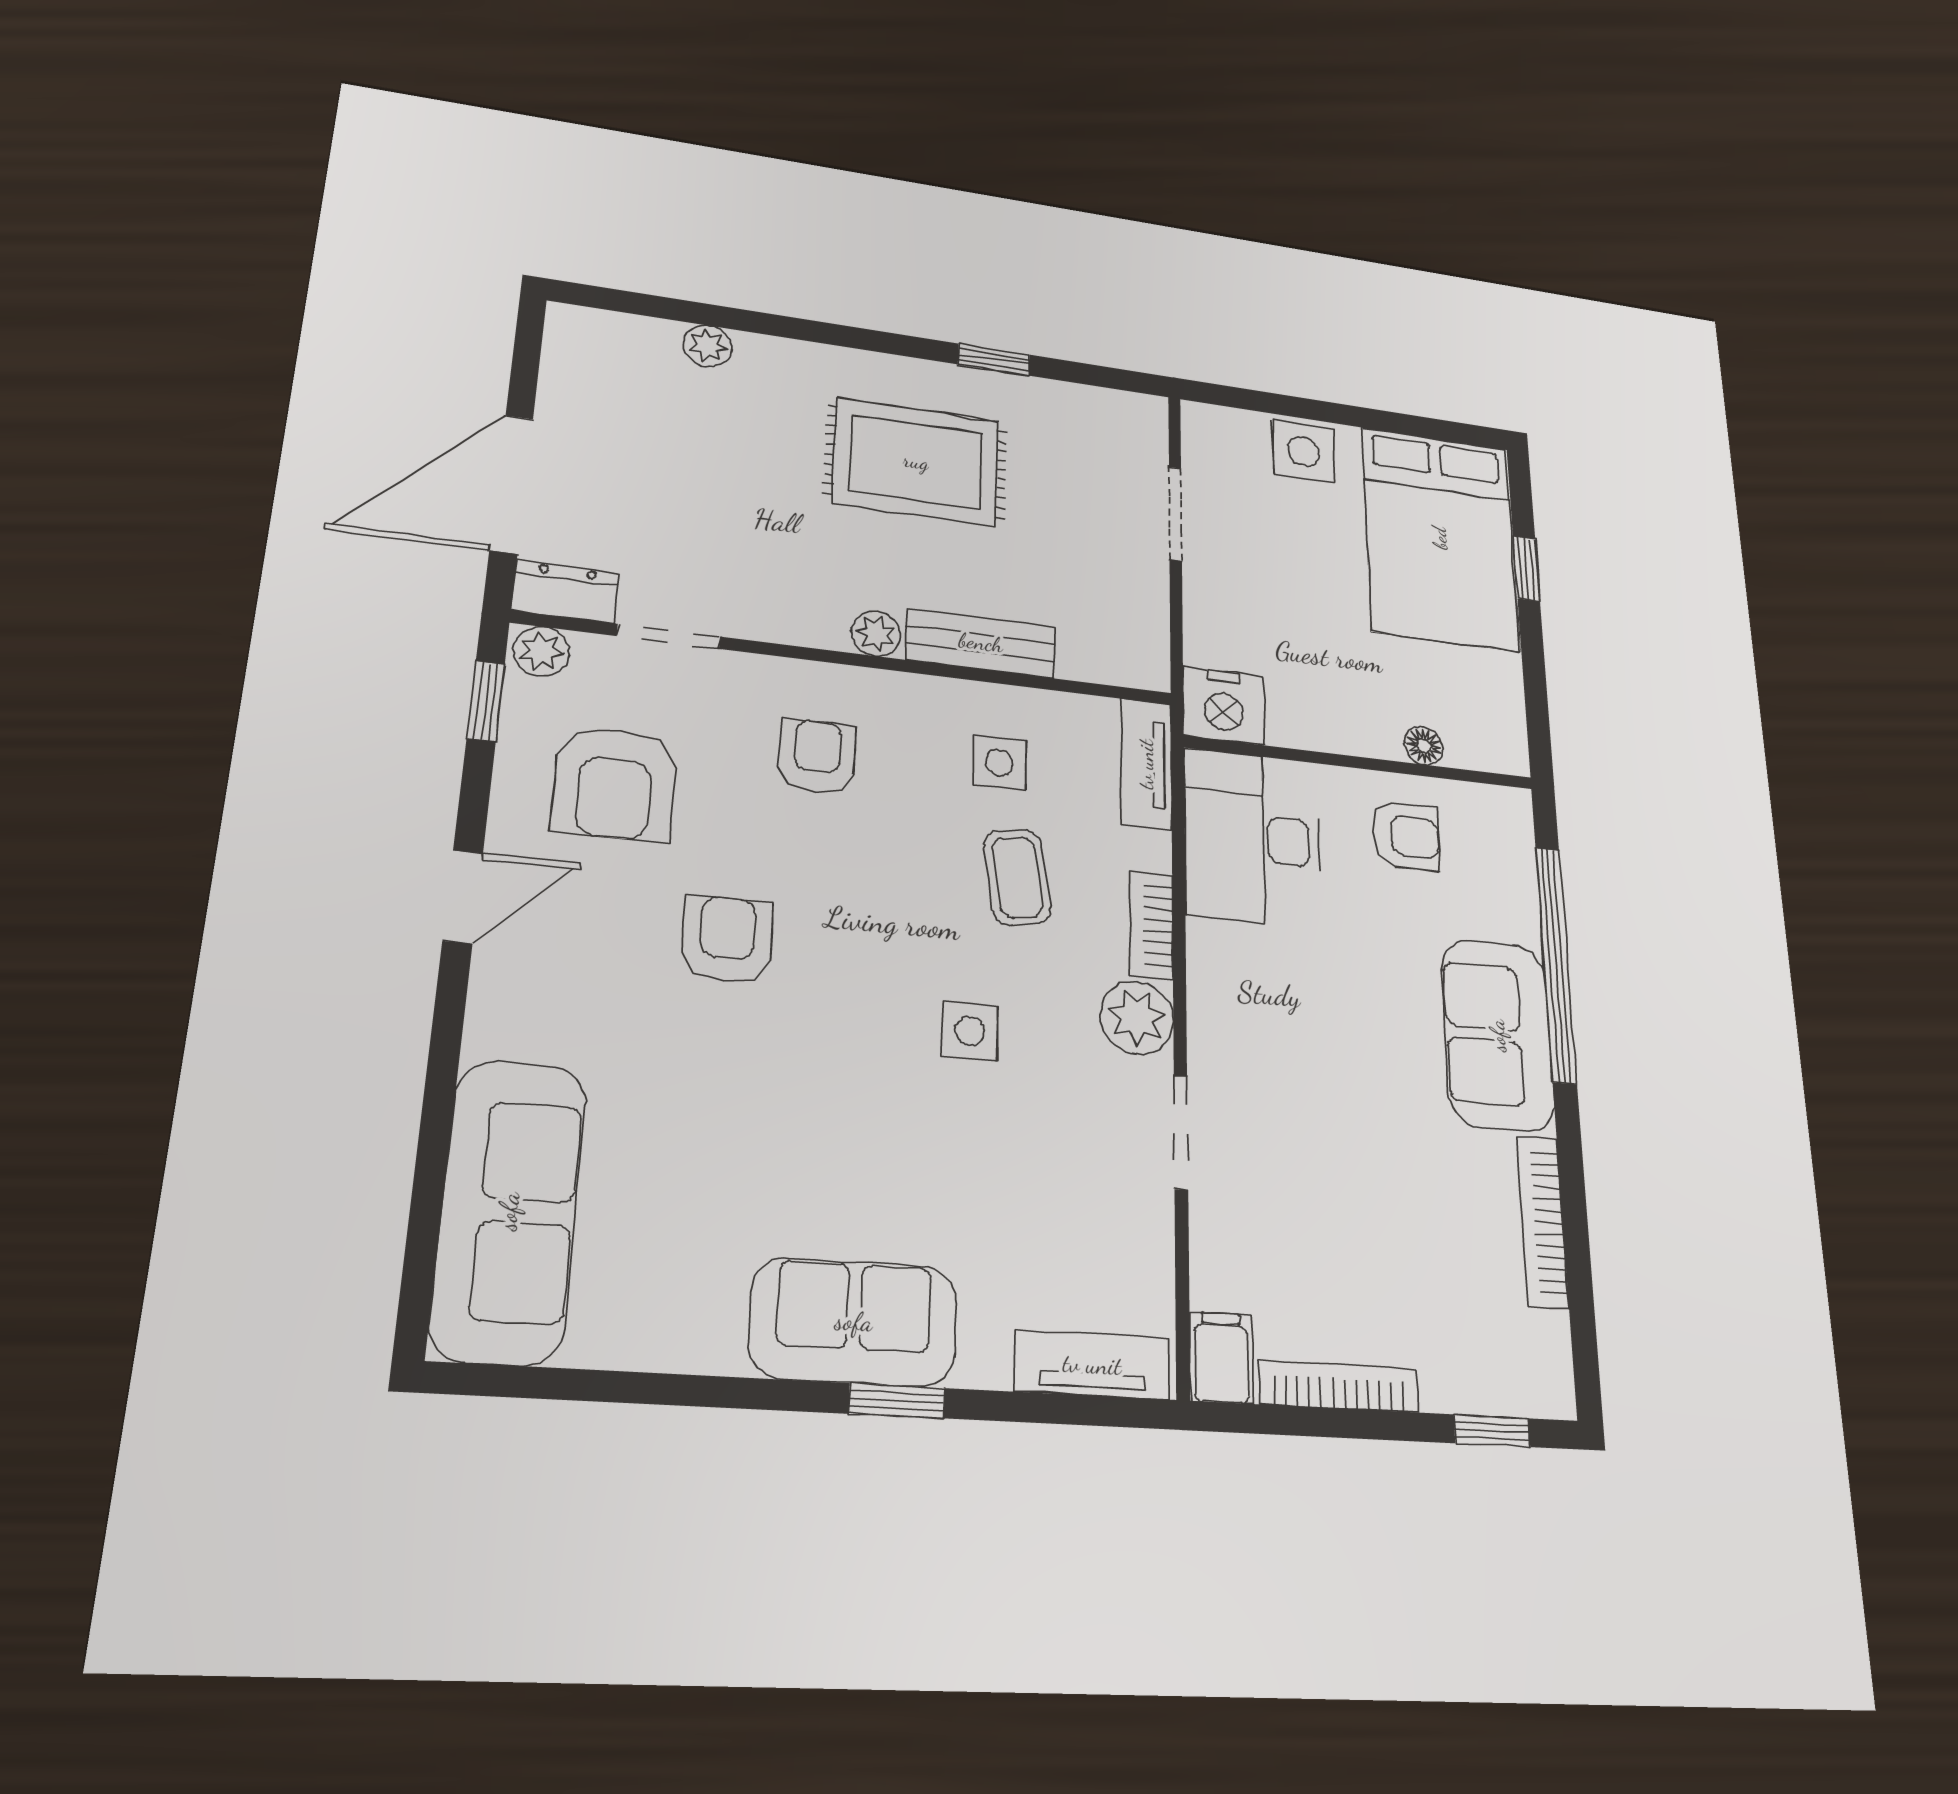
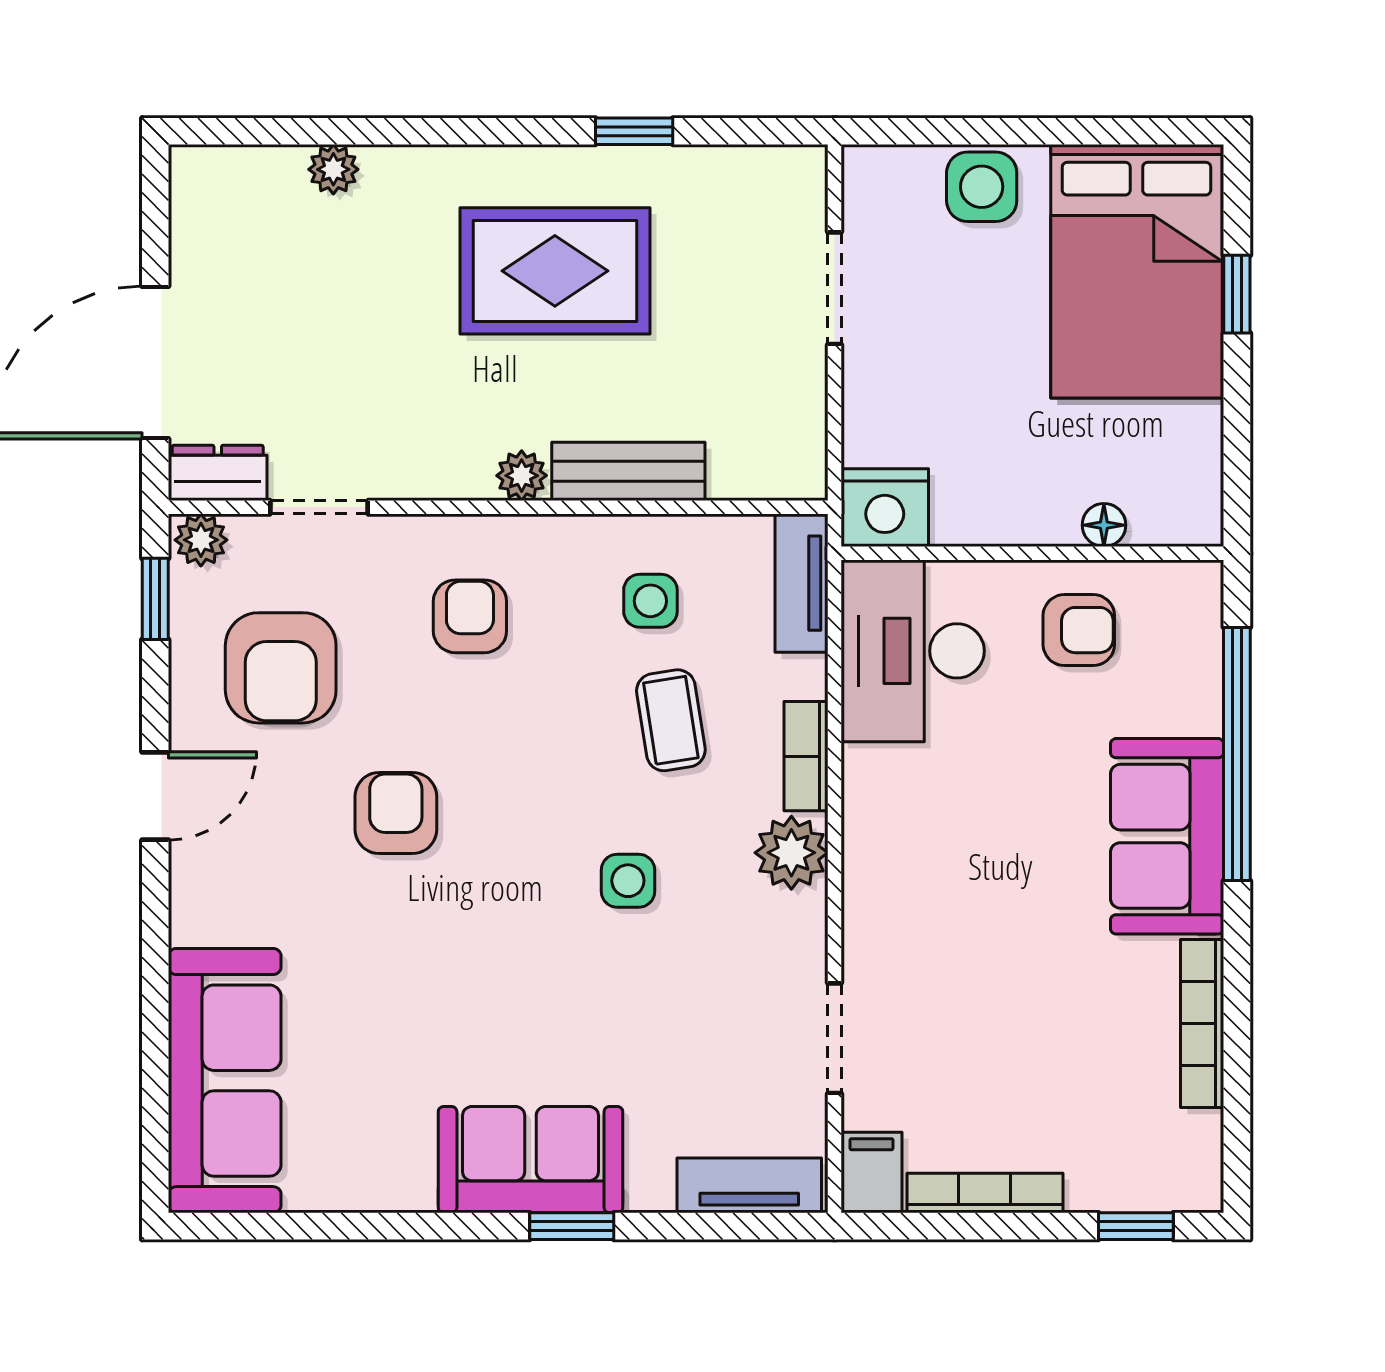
doorway: (1181, 1132) -> (835, 1038), moved

